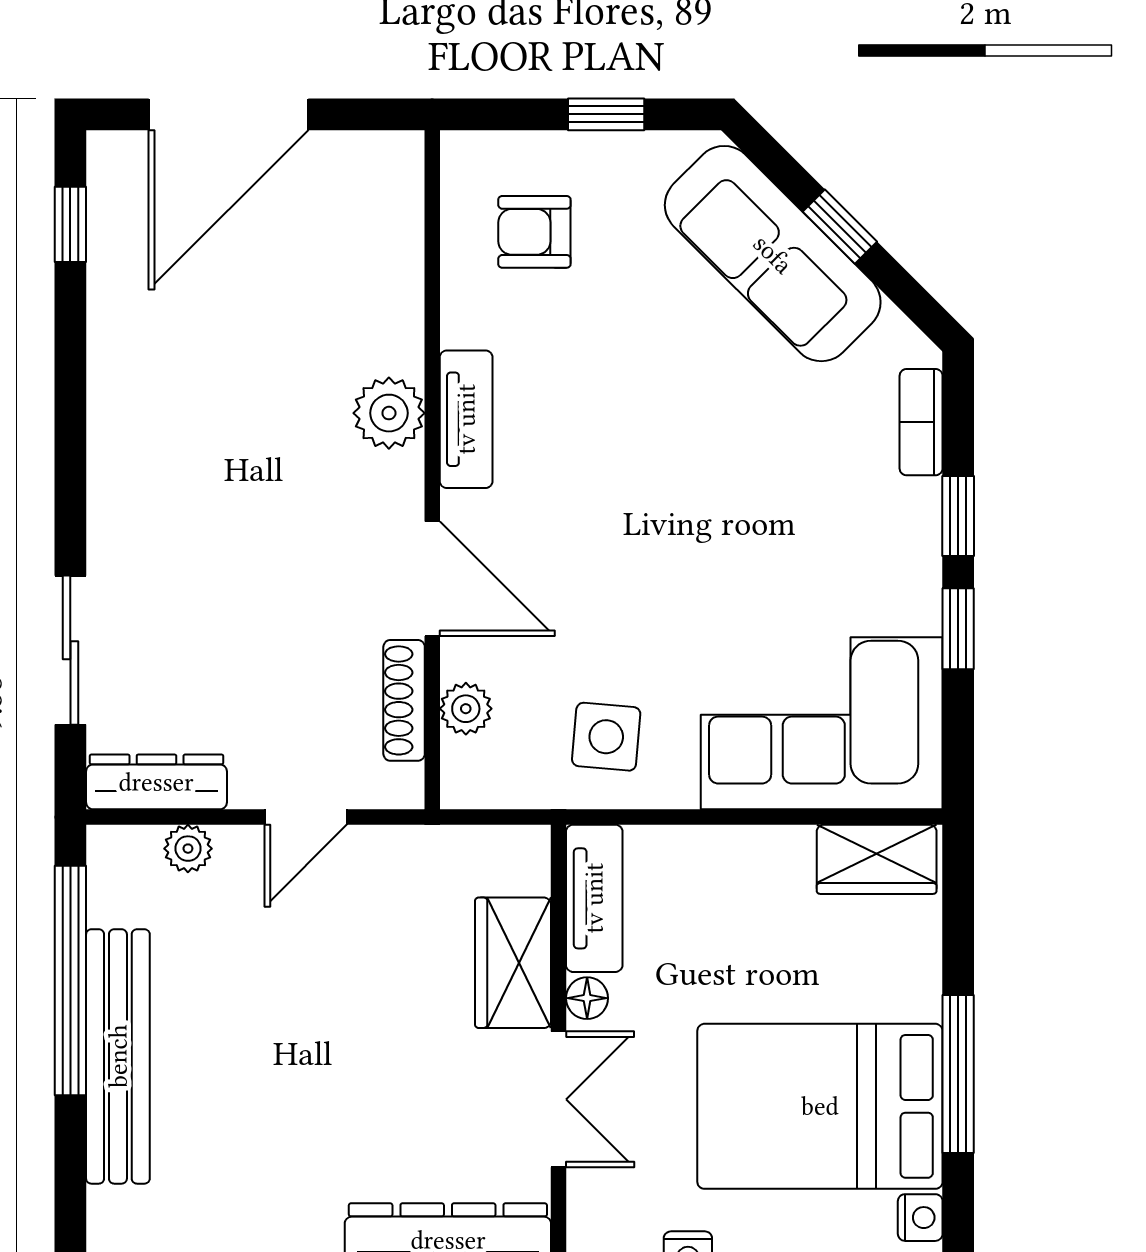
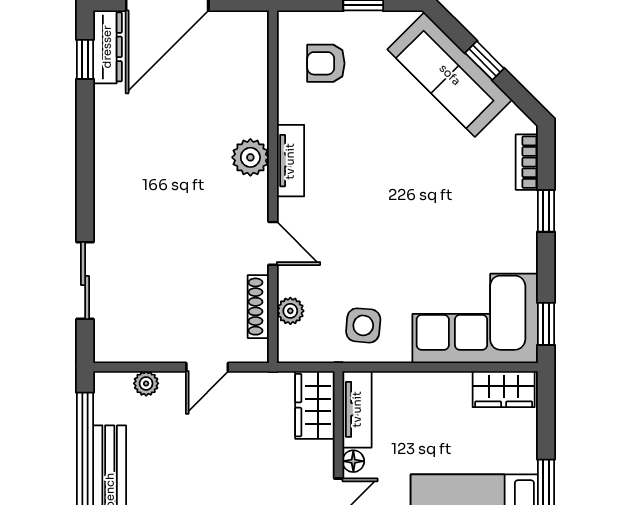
door: (432, 579) -> (273, 243), width x0.73
window: (958, 629) -> (546, 324), moved
dresser: (156, 782) -> (107, 47), moved, turned 90
wardrobe: (513, 963) -> (315, 405), moved

